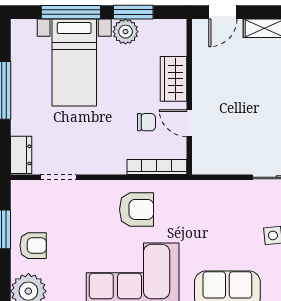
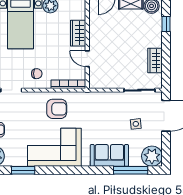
chair: (146, 122) -> (37, 74), moved

